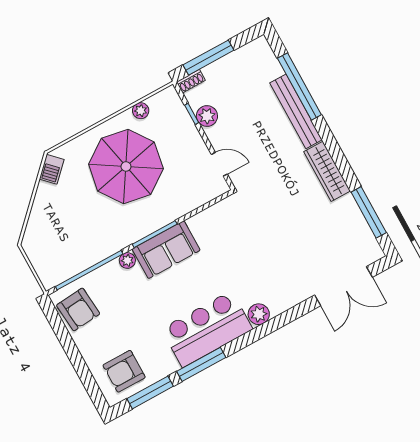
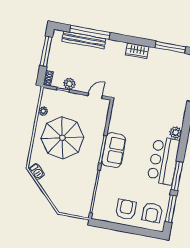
window: (208, 58) -> (46, 51), moved
bench: (296, 111) -> (84, 40), moved
wardrobe: (327, 171) -> (137, 51), width x0.67
plant: (127, 260) -> (104, 171), removed
armchair: (78, 309) -> (126, 209), moved, turned -85

